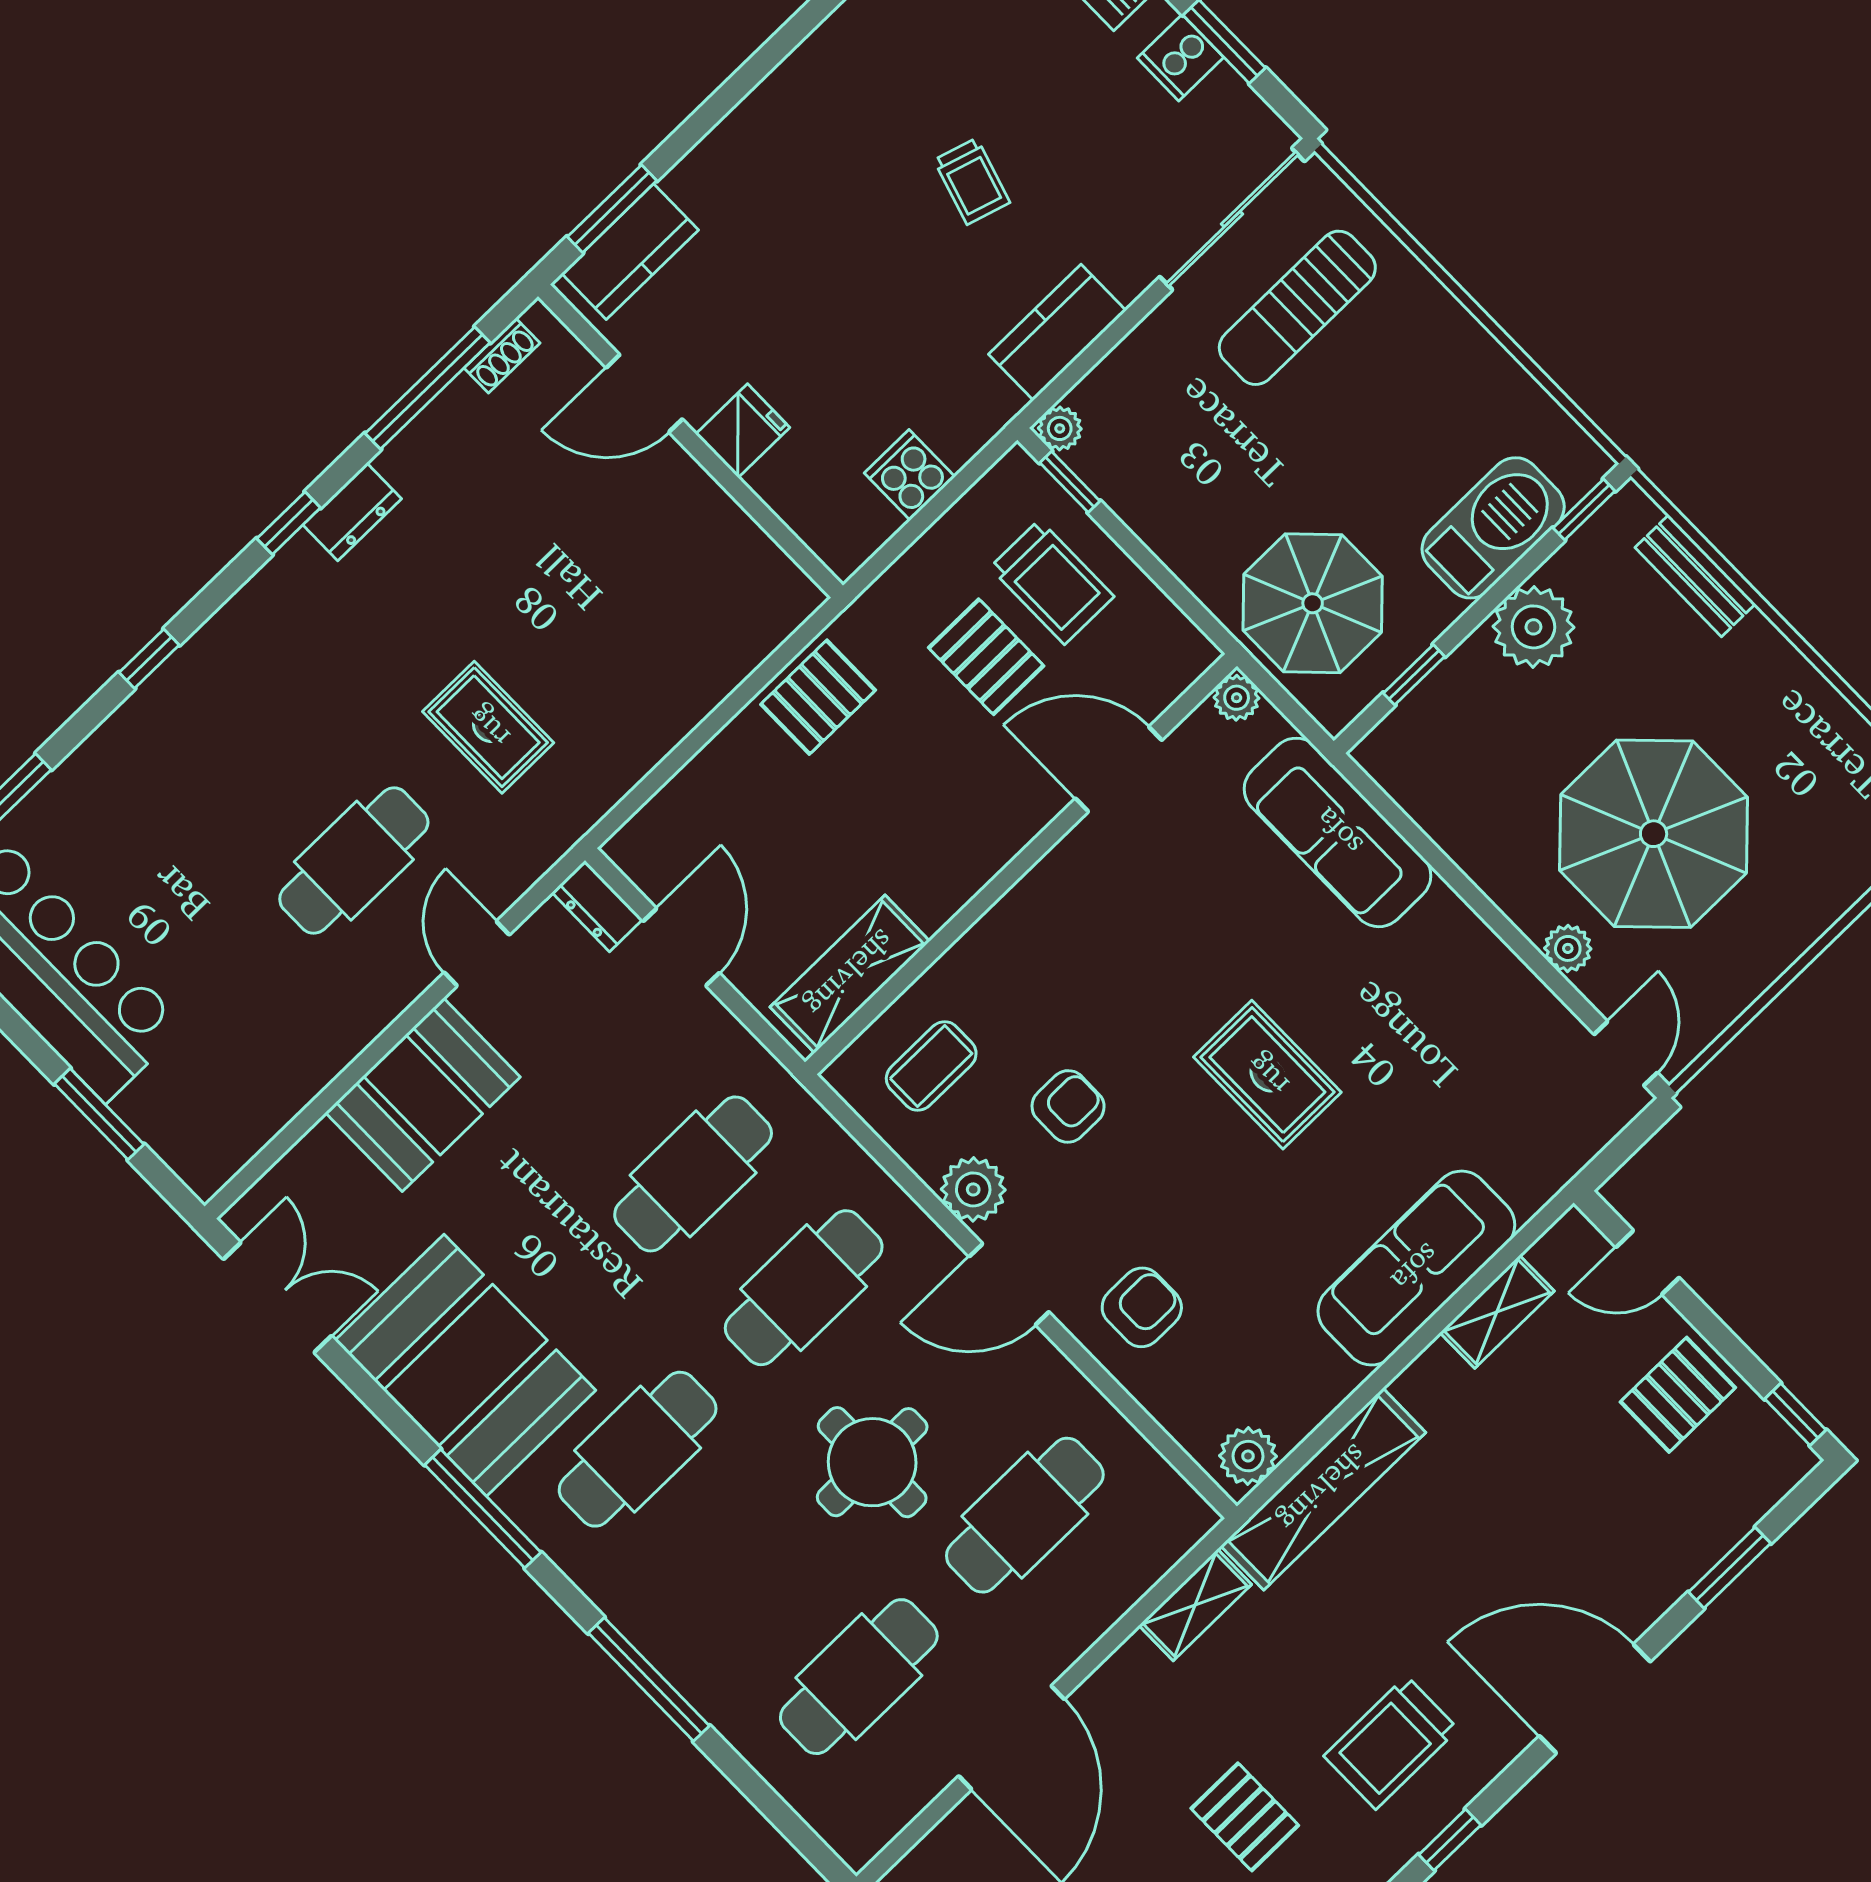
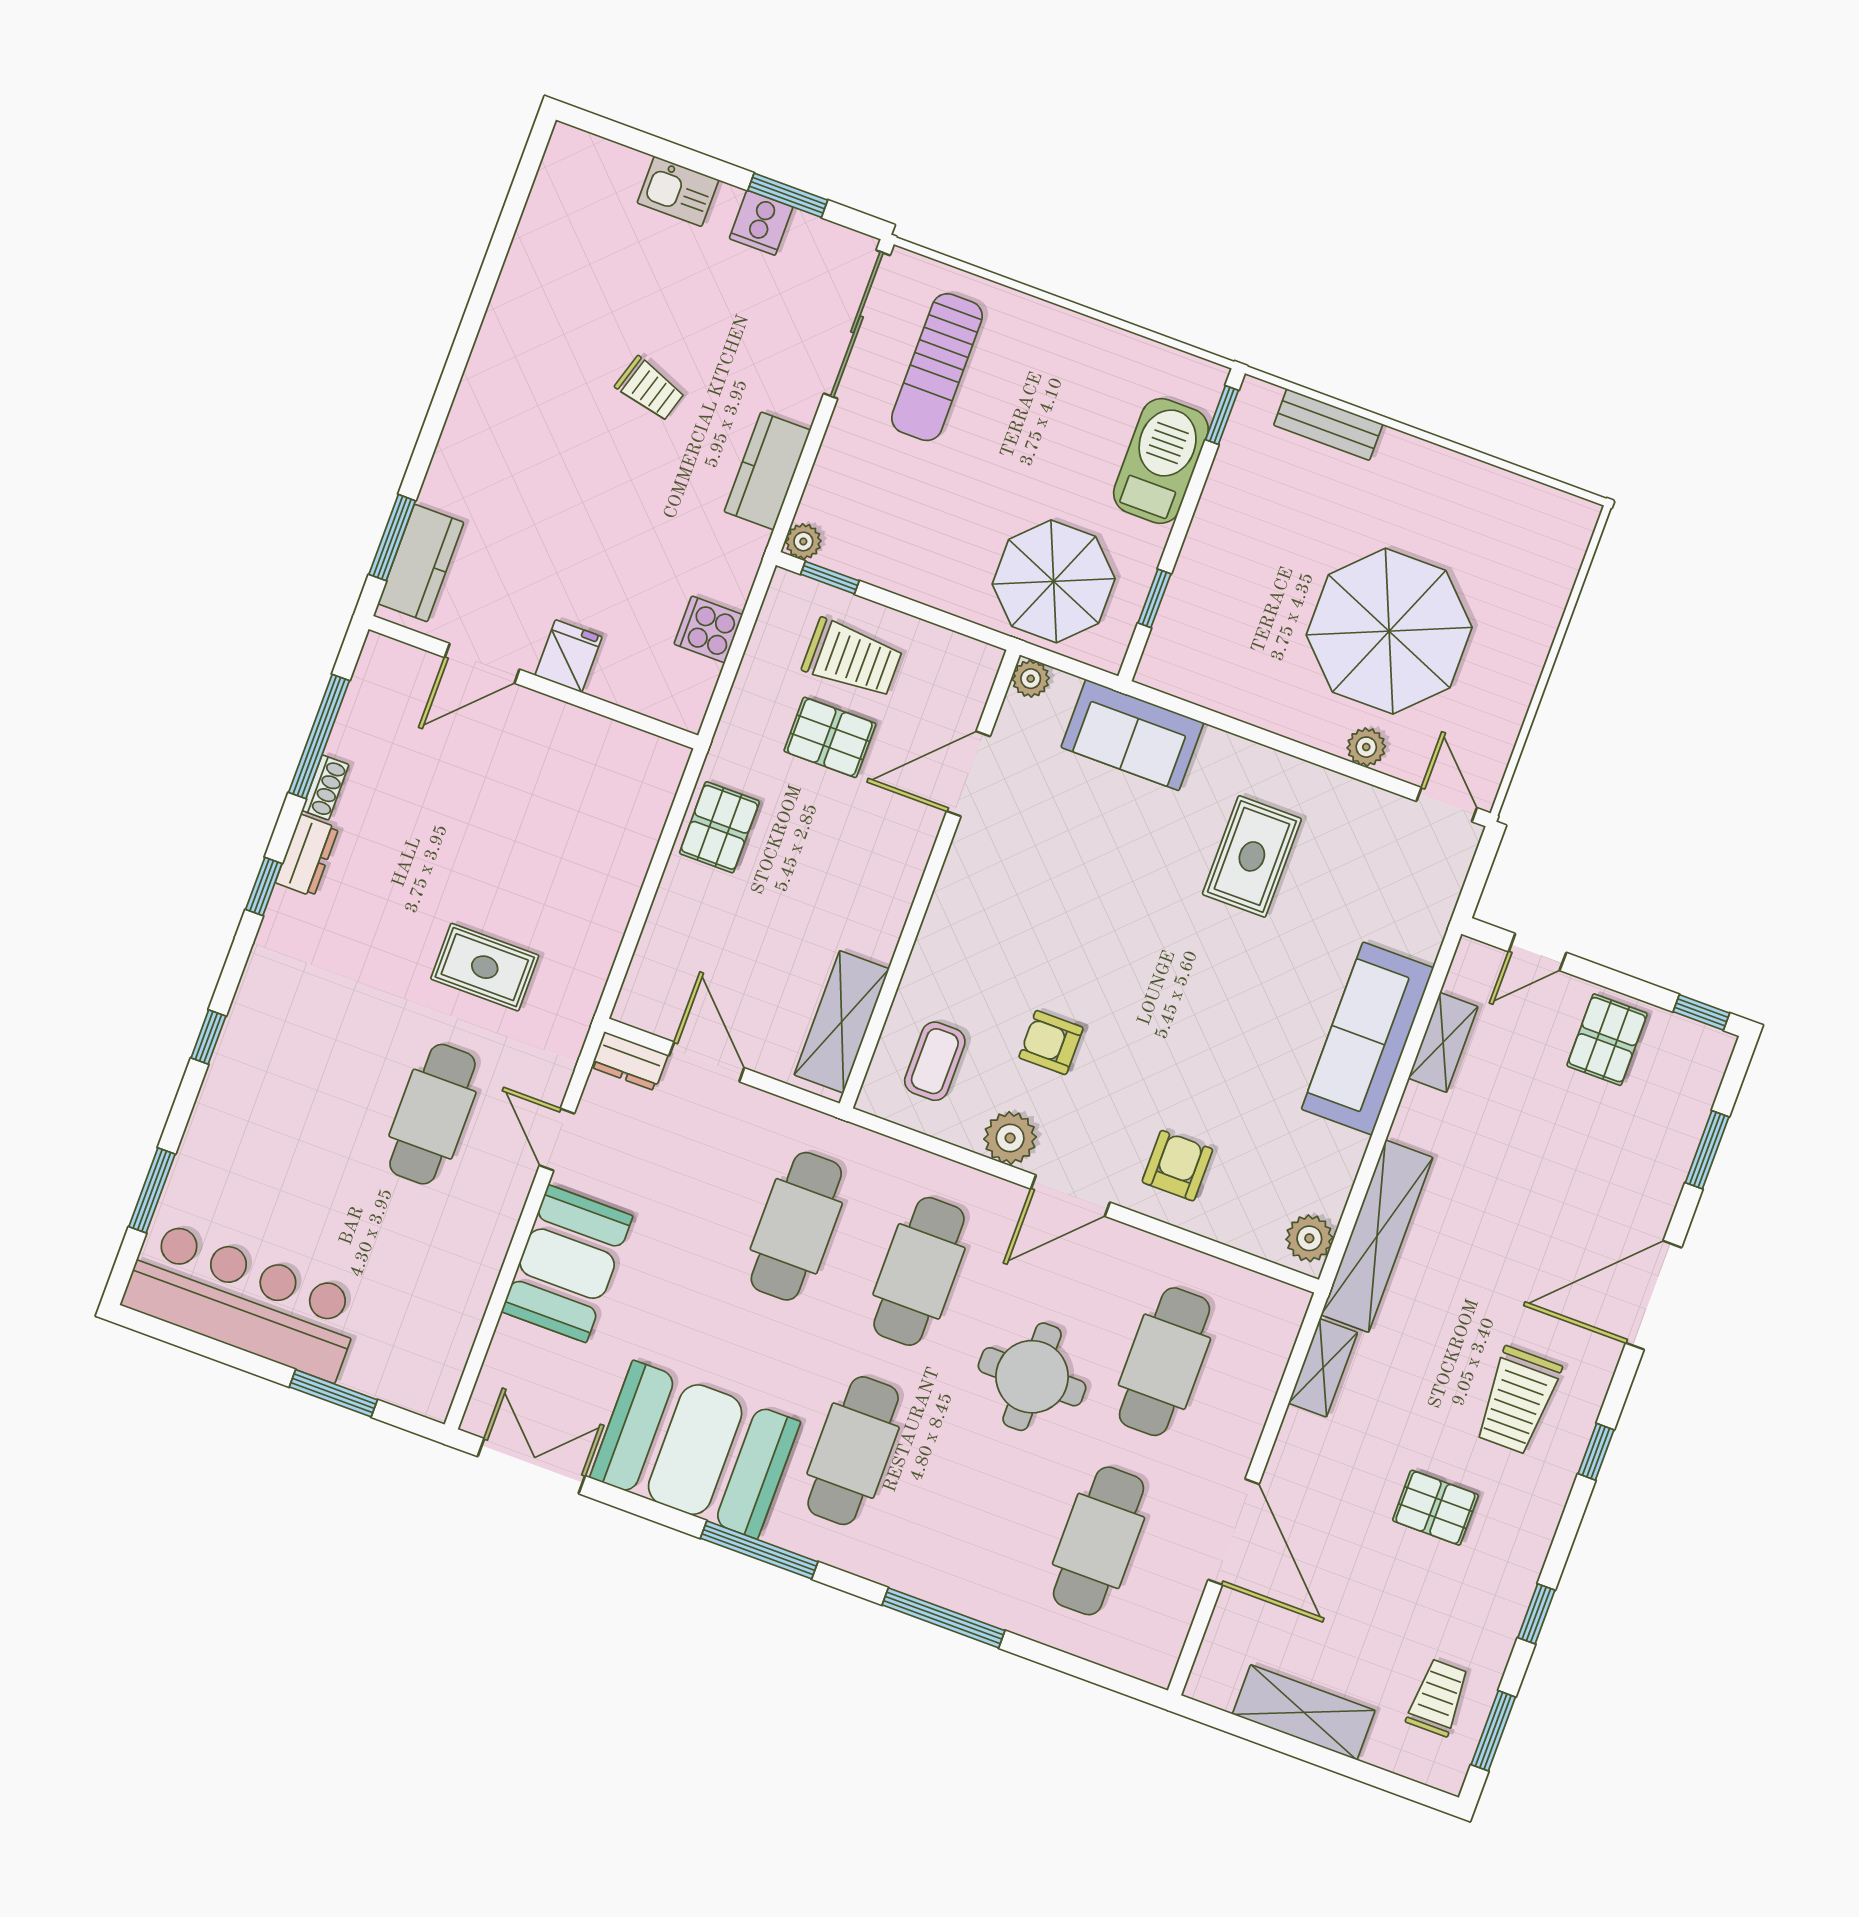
shoe rack: (502, 355) -> (325, 787), moved
plant: (1533, 627) -> (1226, 520), removed
sofa: (1338, 832) -> (1132, 735), width x0.73
rug: (1267, 1075) -> (1252, 856), moved, turned 90
armchair: (1068, 1106) -> (1051, 1043), turned -90

